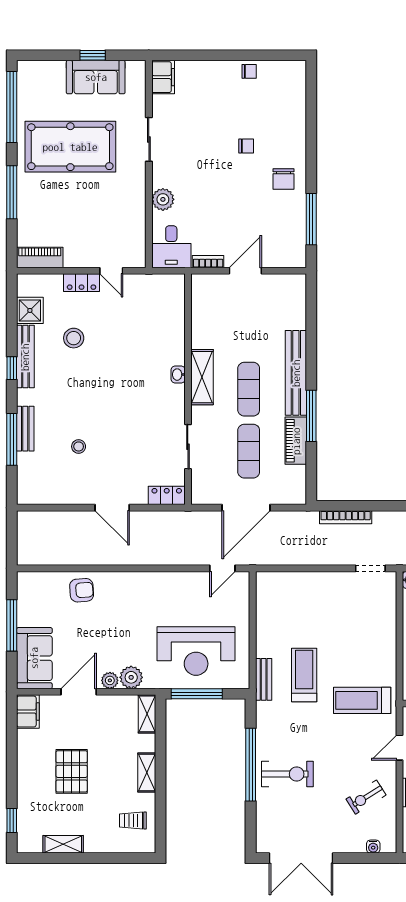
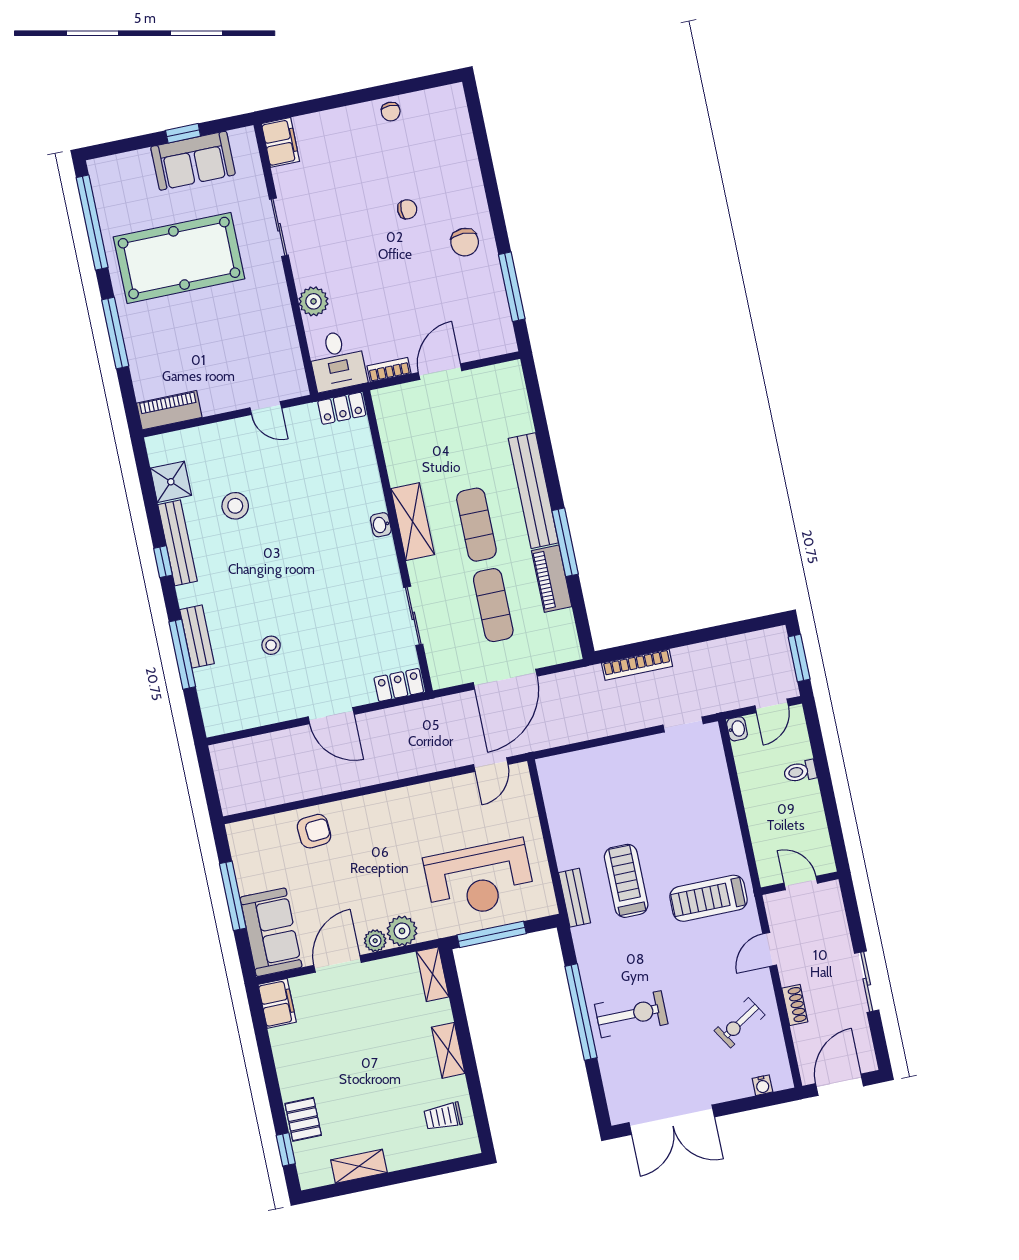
chair: (249, 71) -> (391, 112), turned 90
locker: (82, 283) -> (342, 408), moved
pallet: (72, 771) -> (303, 1119), moved, width x0.67, depth x0.71

